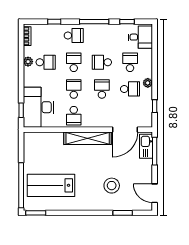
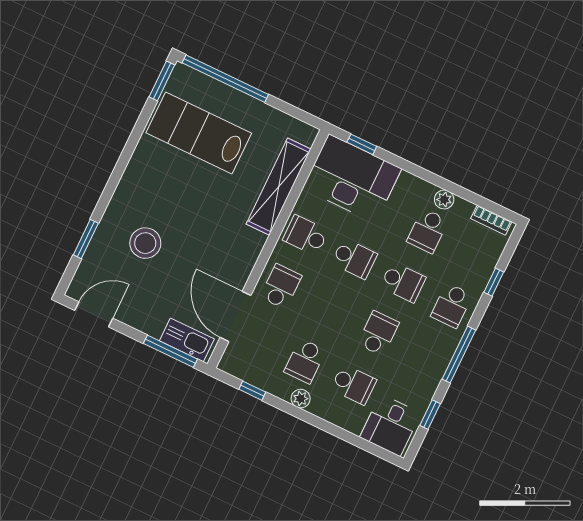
school desk: (102, 89) -> (281, 286), moved, turned -90
shelving: (88, 138) -> (279, 187), moved
lab bench: (51, 185) -> (199, 133), turned -90

